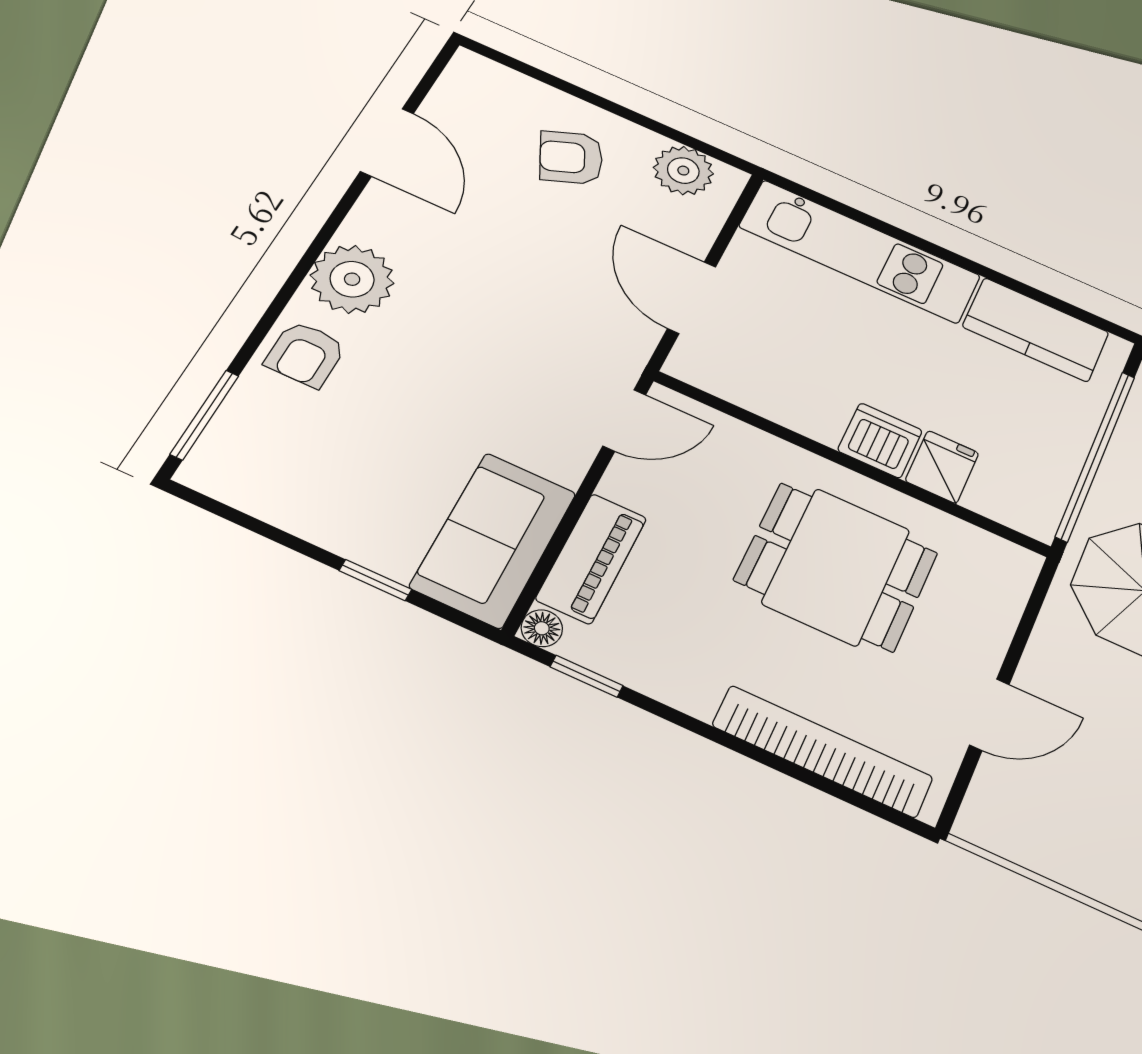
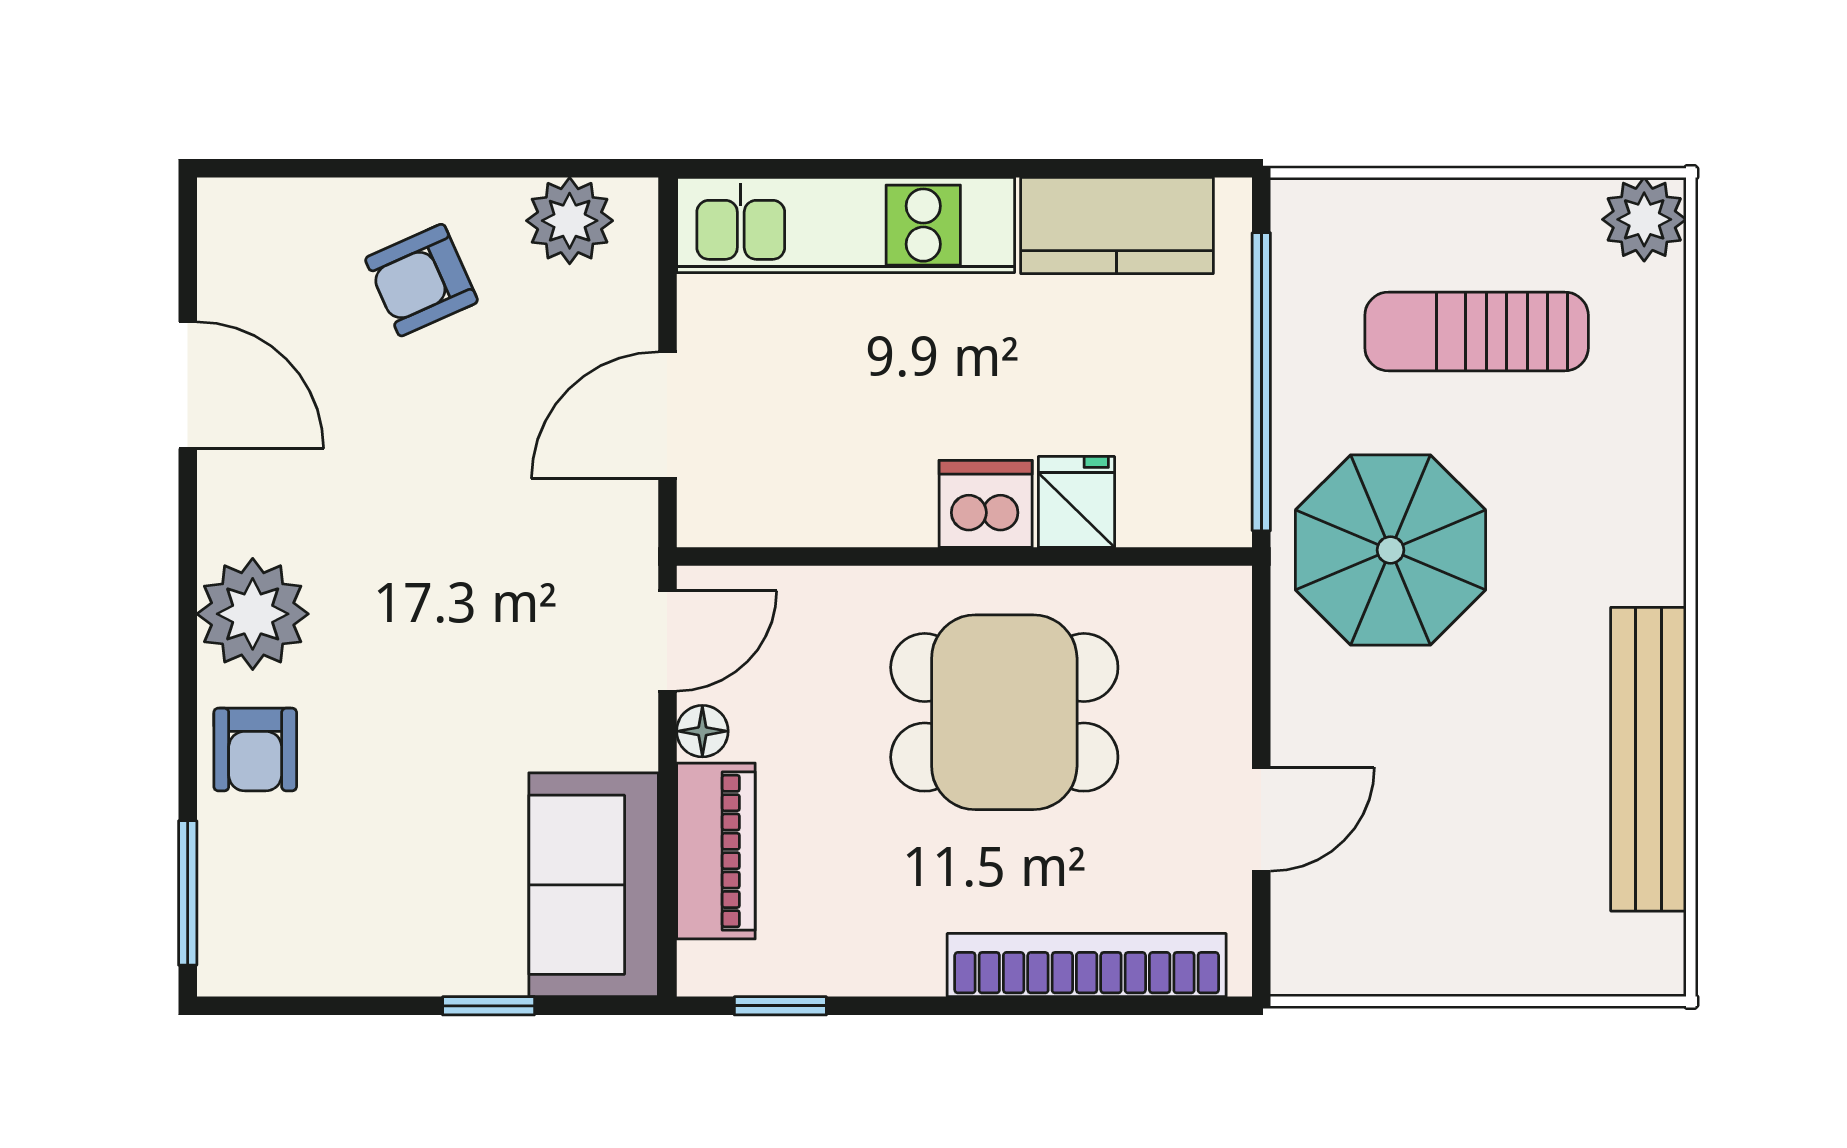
door: (692, 298) -> (667, 415), hinge flipped
floor lamp: (542, 628) -> (702, 731), moved

